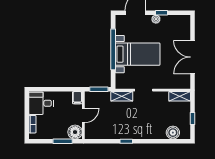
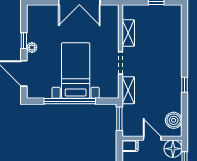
shelving: (180, 96) -> (128, 33), moved
boiler: (173, 133) -> (174, 120), moved

